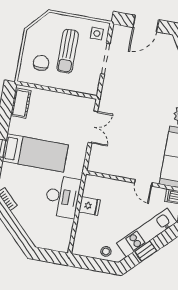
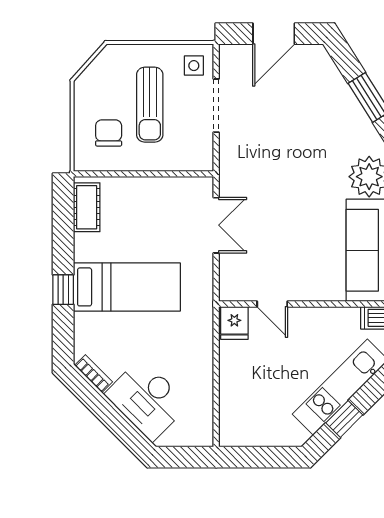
door: (143, 183) -> (272, 304), moved
desk: (63, 197) -> (147, 400), moved, turned 135
fridge: (90, 206) -> (234, 323), moved, turned 90
stool: (106, 251) -> (277, 432), removed

